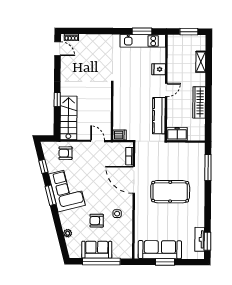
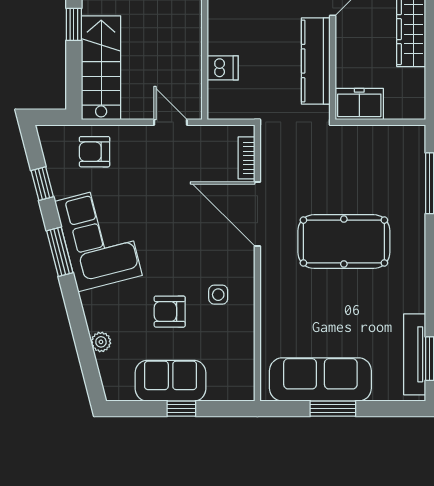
dishwasher: (120, 135) -> (223, 68), moved
tv unit: (200, 239) -> (415, 354), width x1.41
window: (101, 262) -> (181, 409), width x0.32

